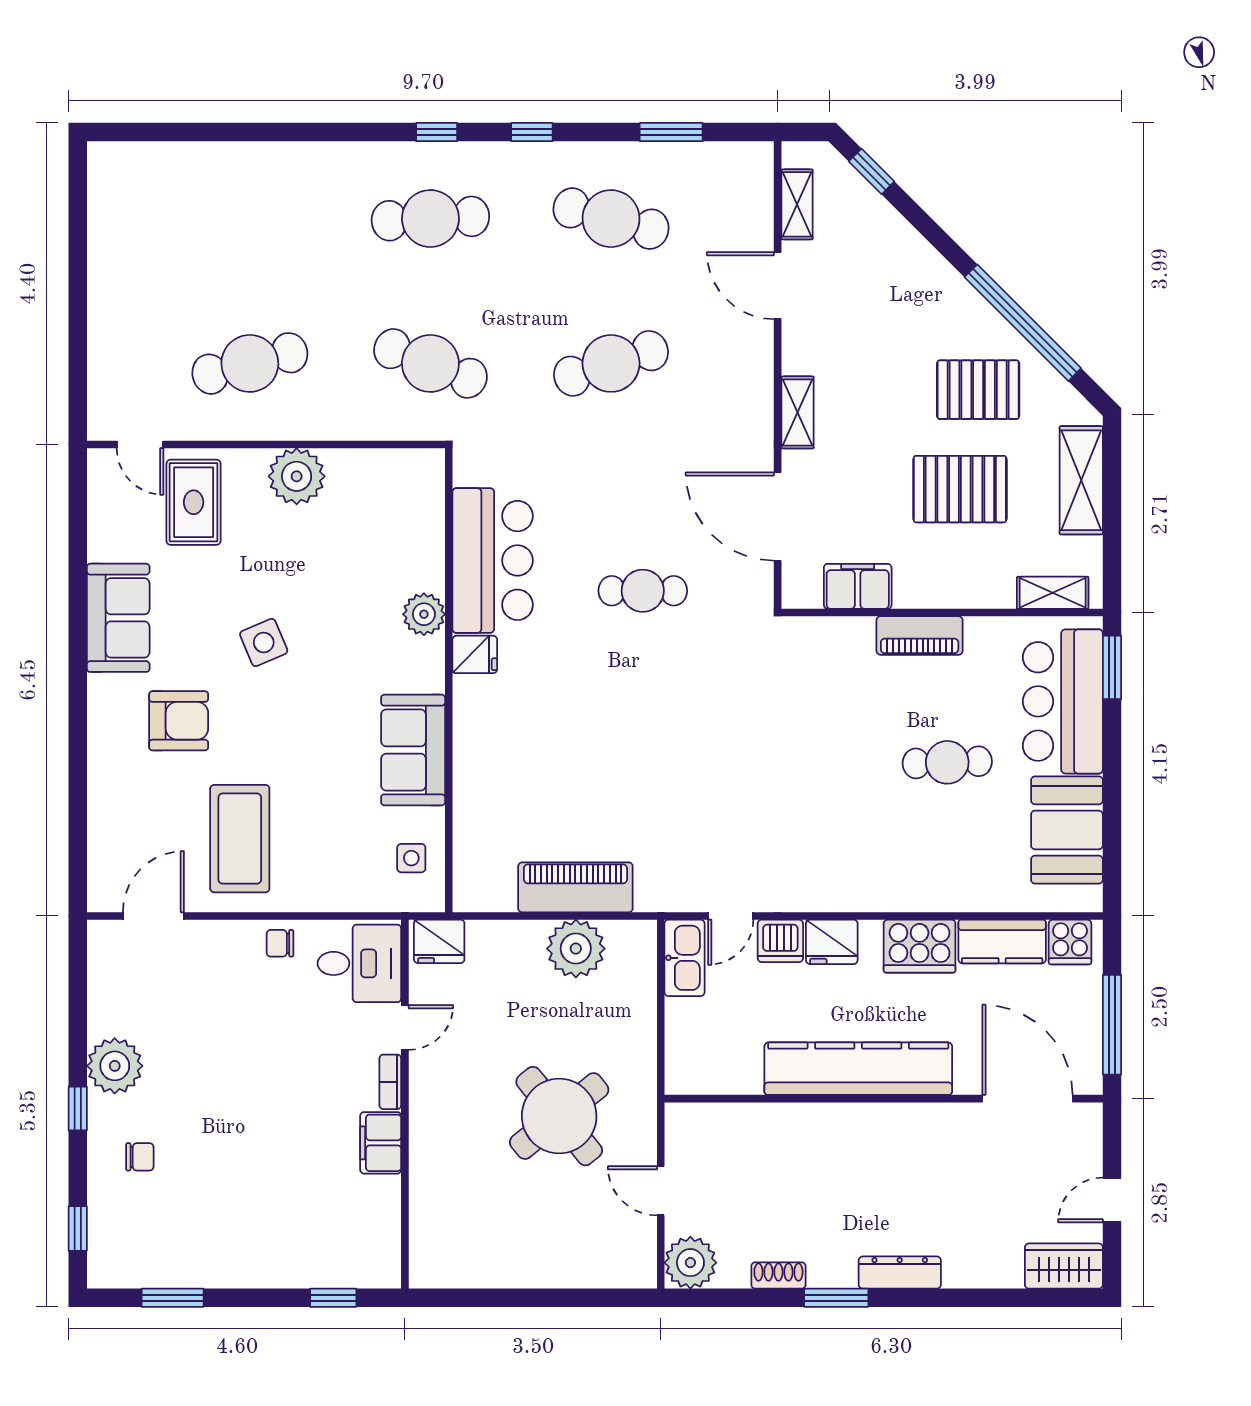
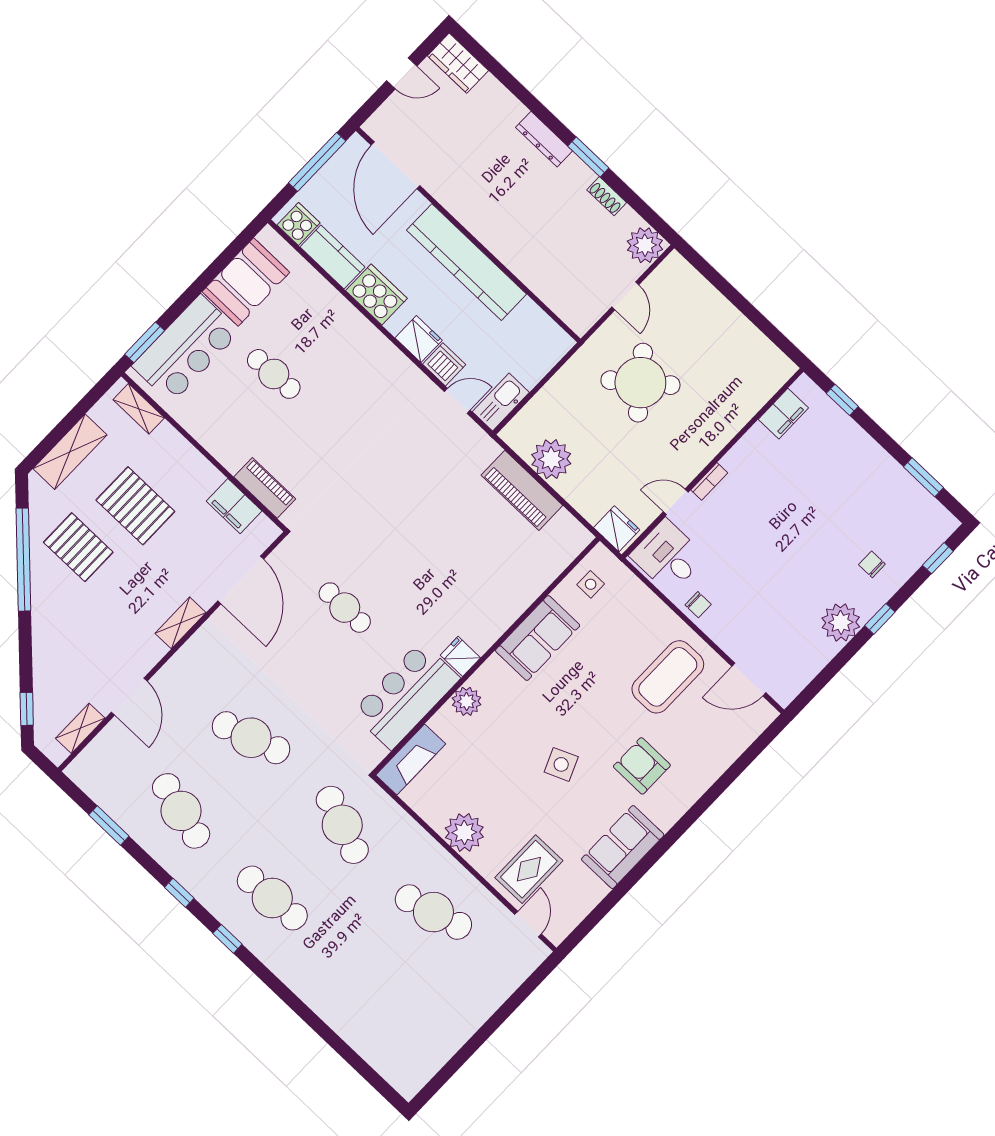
fireplace: (424, 499) -> (411, 759), added
piano: (920, 636) -> (265, 488), moved
filing cabinet: (381, 1143) -> (783, 414), moved

